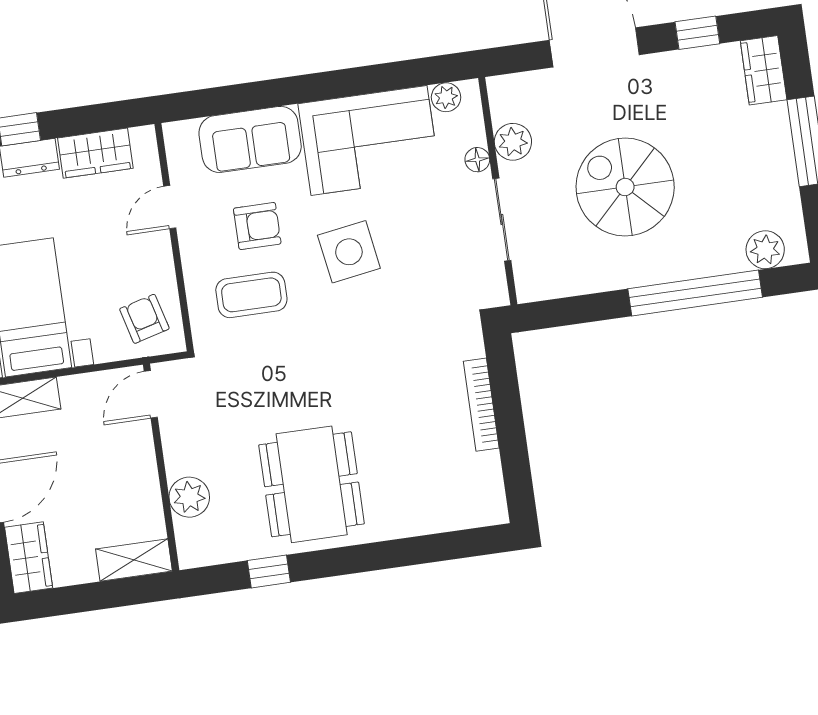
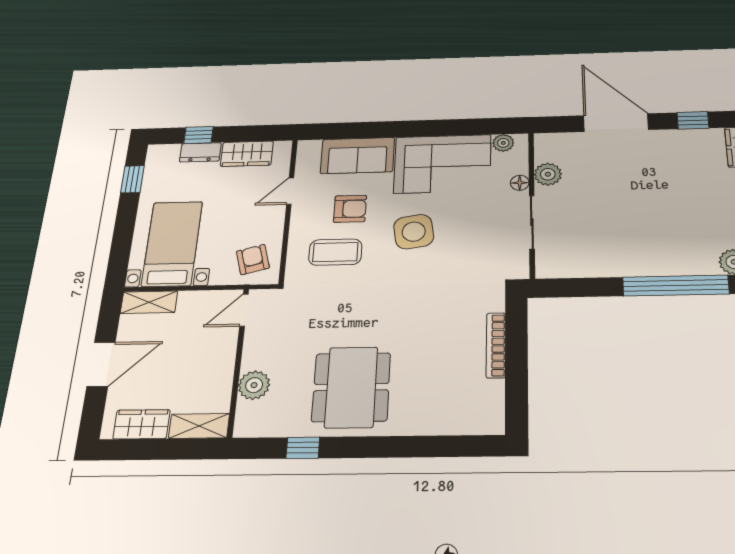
spiral stairs: (625, 187) -> (628, 210), removed
wardrobe: (29, 558) -> (142, 424), moved, turned -90

